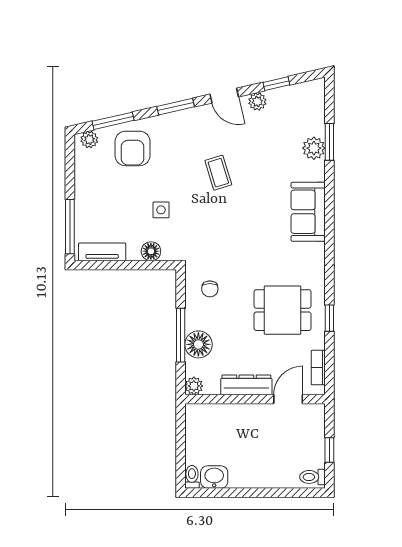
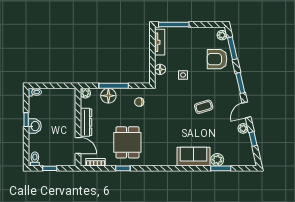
sofa: (308, 212) -> (194, 157), moved
washbasin: (214, 477) -> (35, 126), moved
window: (242, 493) -> (26, 120), added

